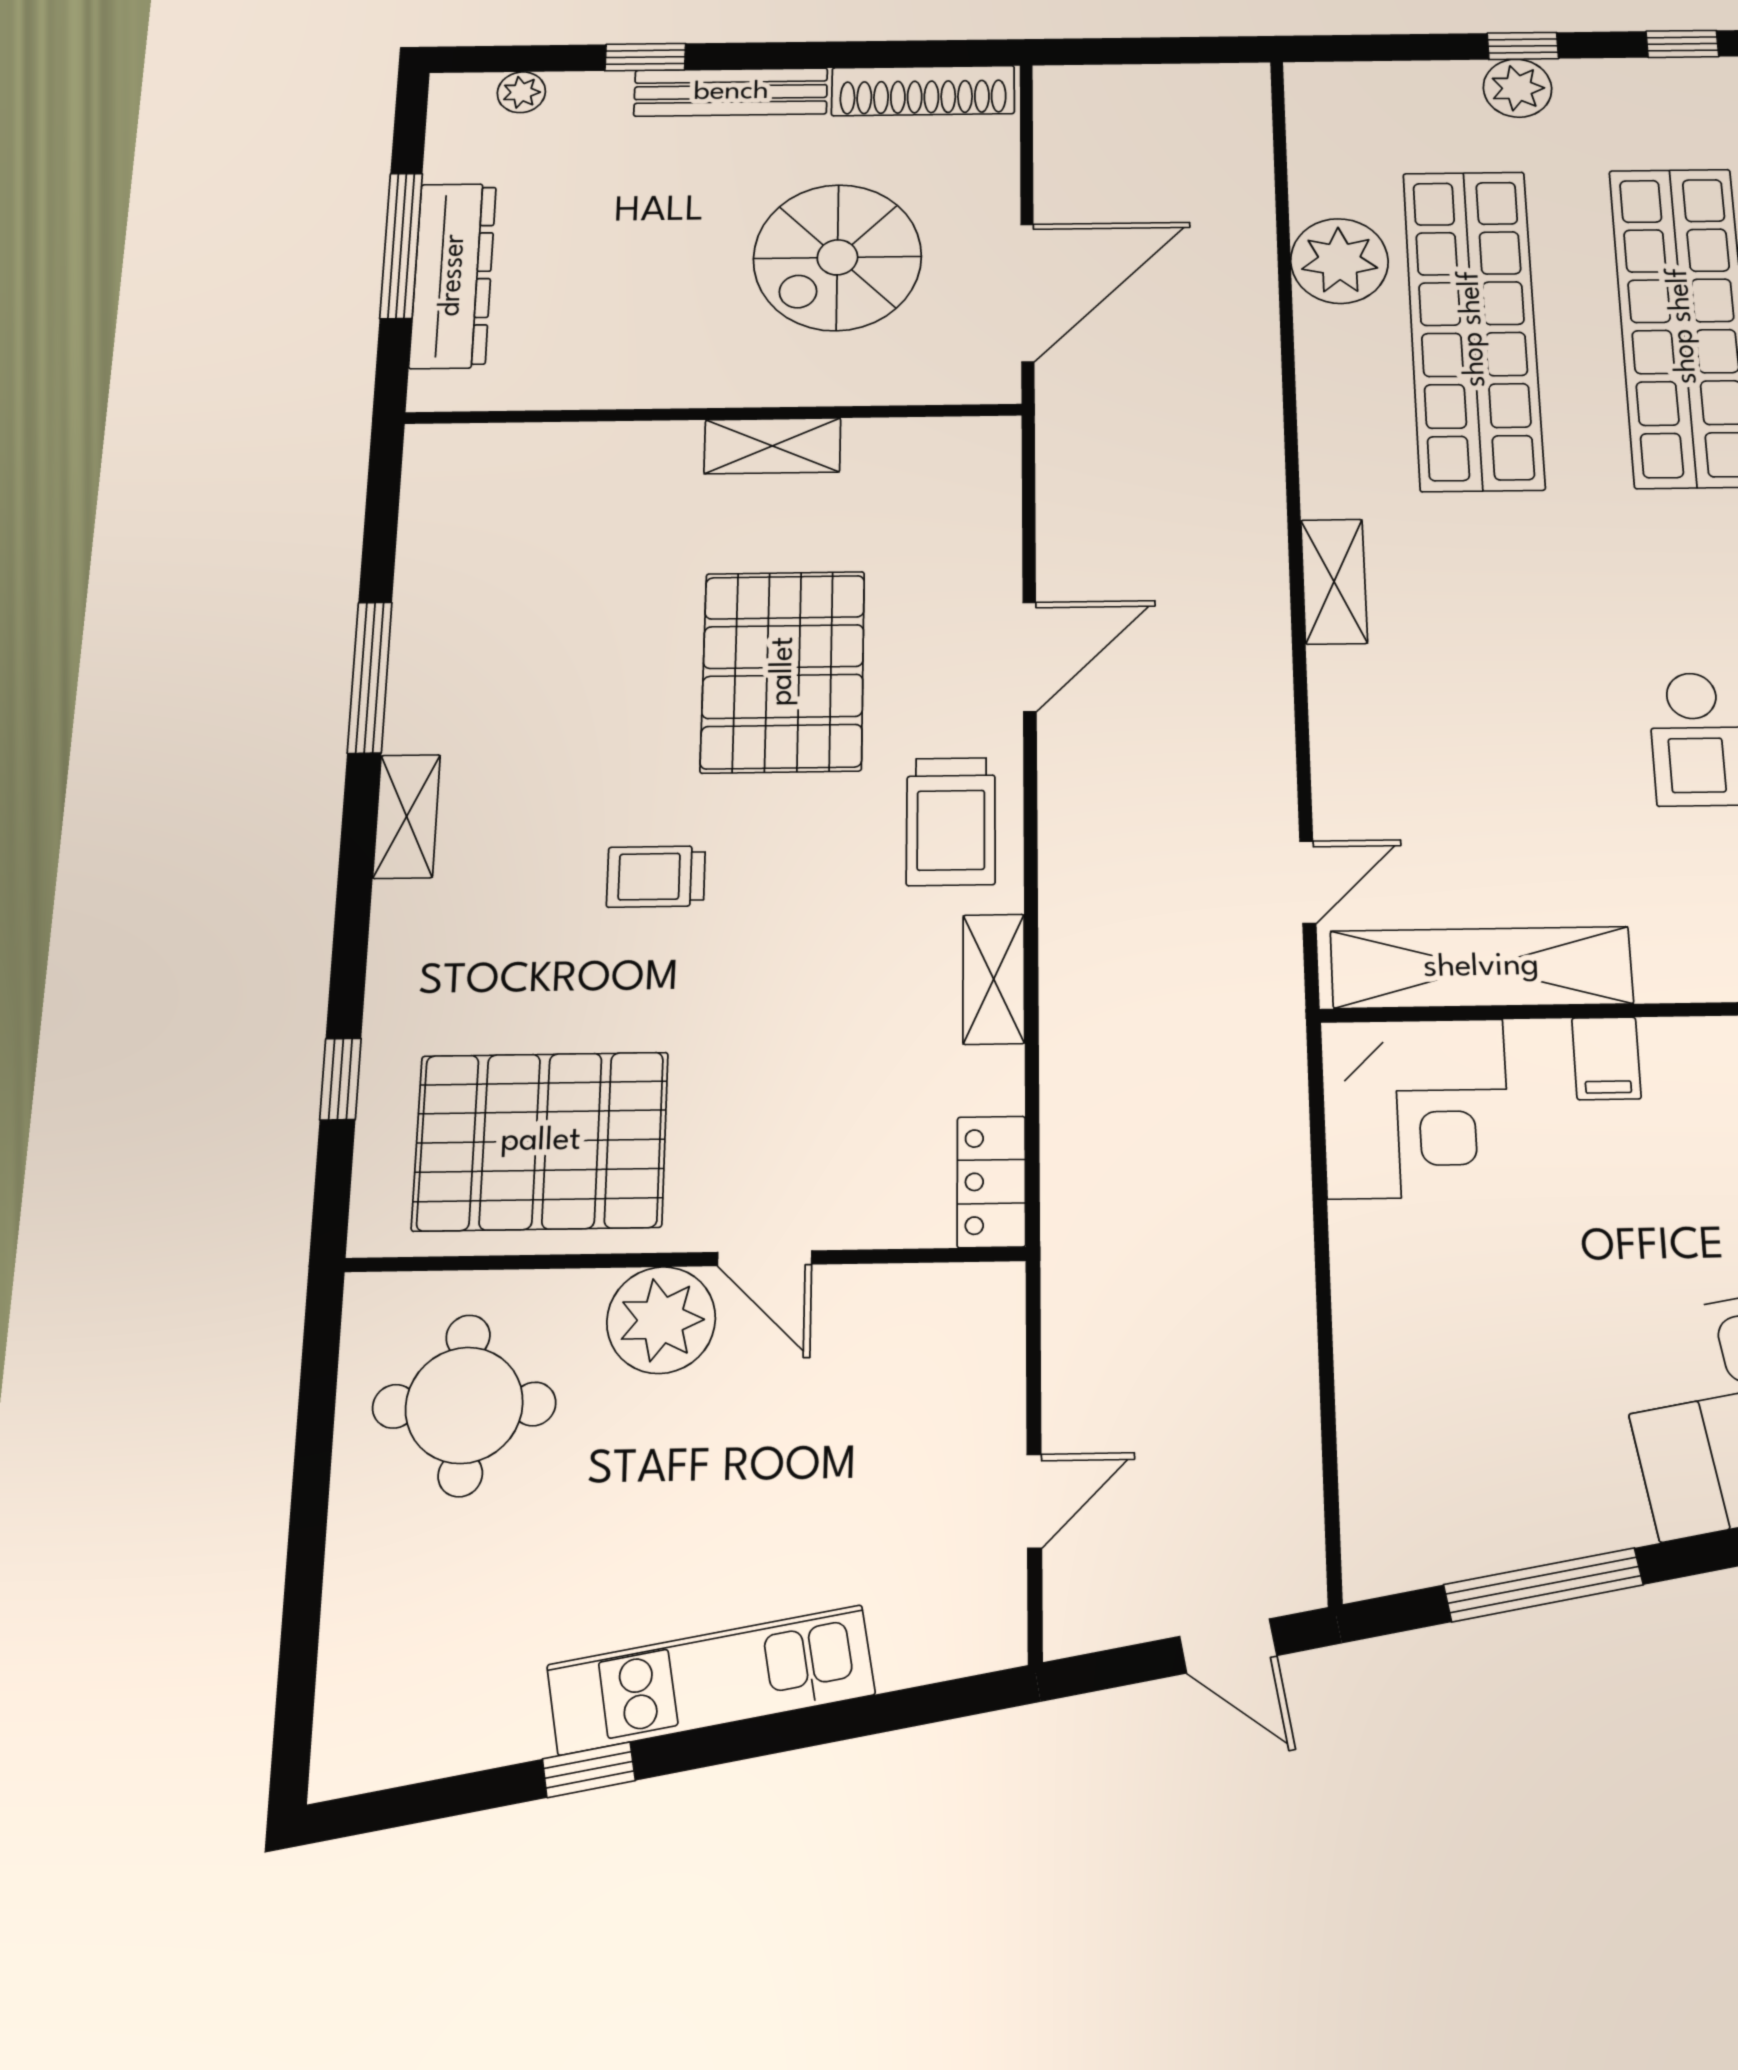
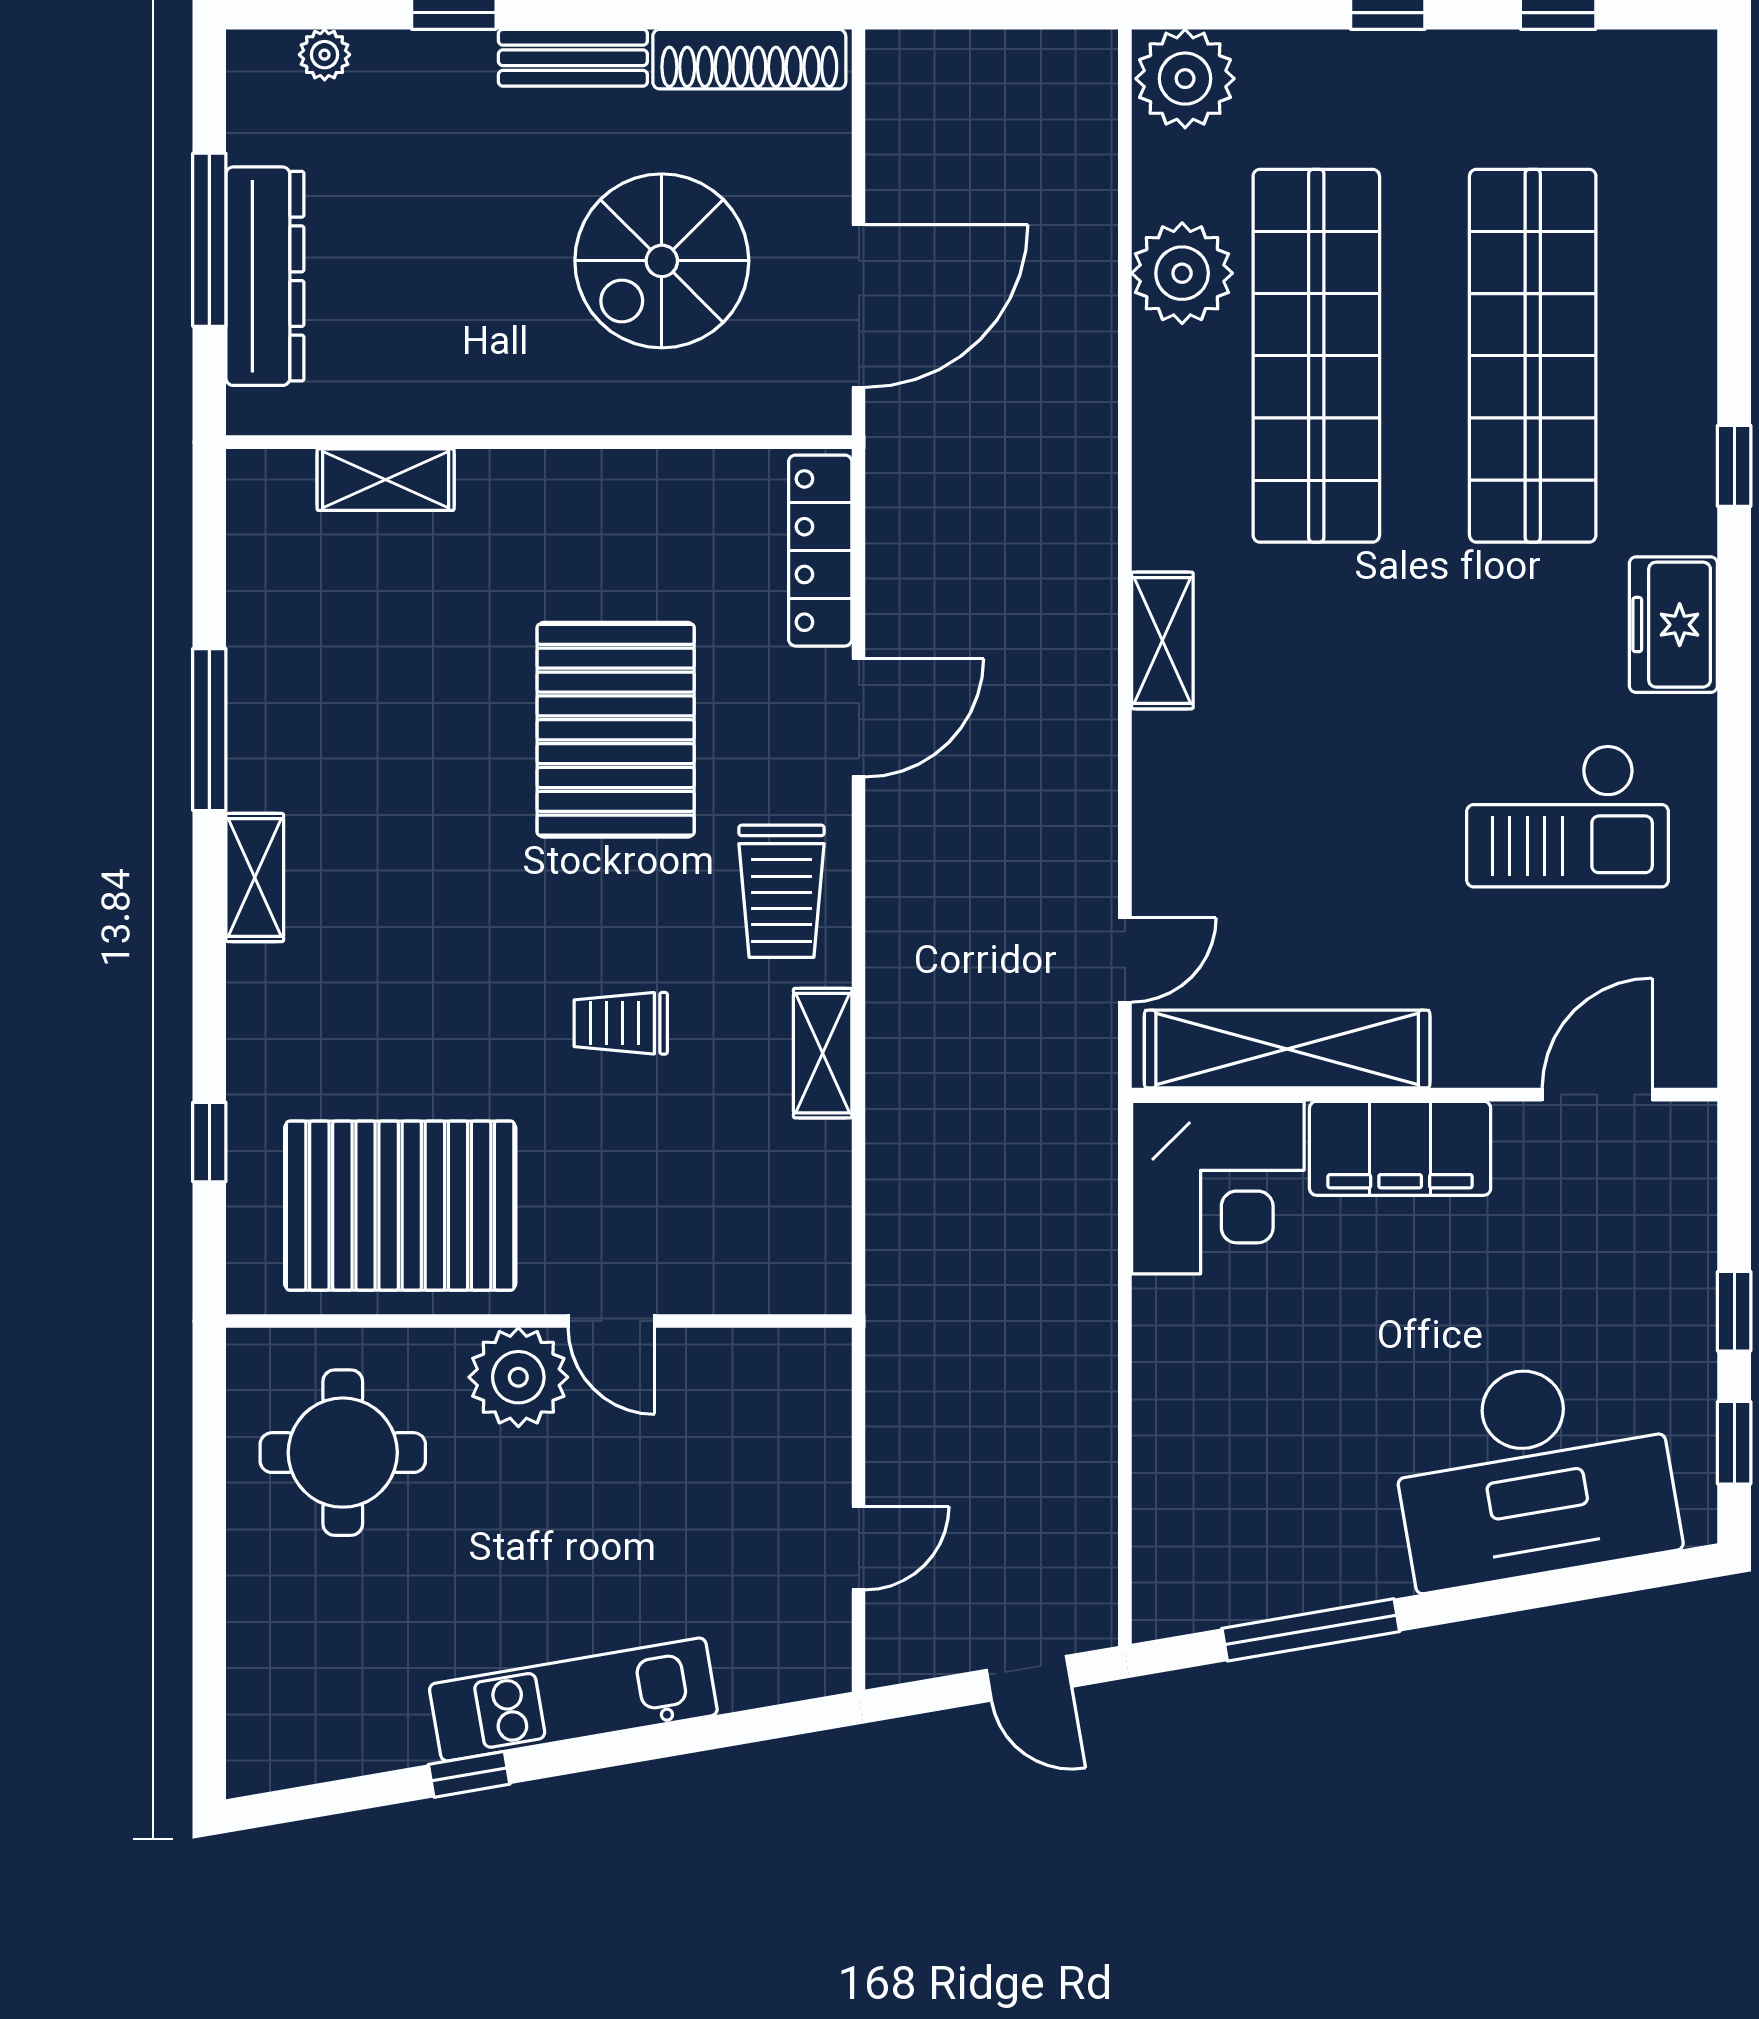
plant: (1517, 88) -> (1185, 79), moved, width x1.36, depth x1.36
bench: (731, 92) -> (573, 58), width x0.73
shelving: (772, 446) -> (386, 480), moved
trolley: (656, 877) -> (621, 1023), moved
filing cabinet: (1606, 1058) -> (1400, 1148), width x3.00, depth x1.17
locker: (991, 1182) -> (820, 551), moved, width x1.53

